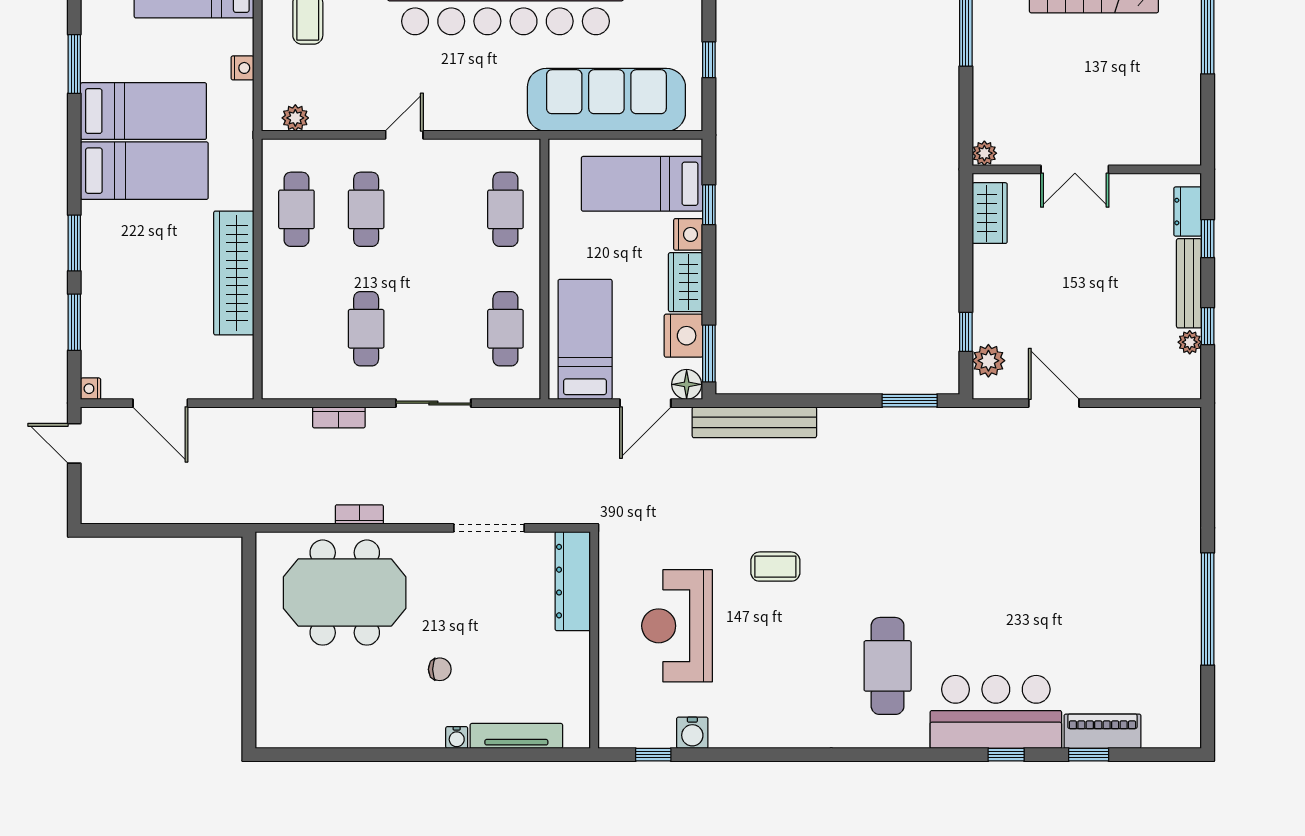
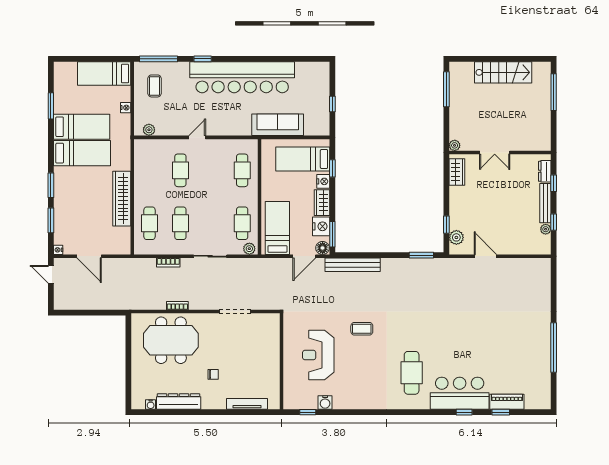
sofa: (606, 100) -> (278, 125), width x0.74, depth x0.79
cafe table: (296, 209) -> (149, 223), moved
plant: (522, 386) -> (249, 249), added
dresser: (573, 581) -> (179, 402), moved, turned 90
water cooler: (457, 738) -> (151, 405), moved

